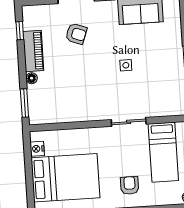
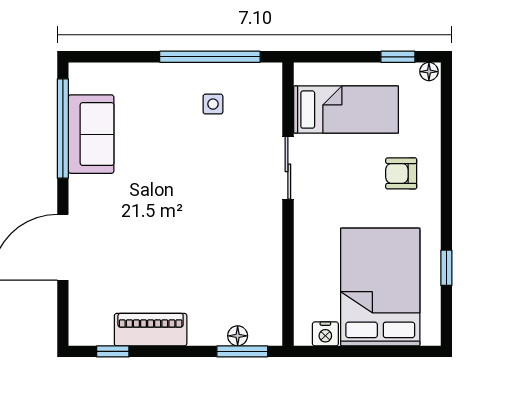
armchair: (76, 34) -> (125, 251), removed
side table: (126, 65) -> (213, 104), moved
floor lamp: (32, 78) -> (238, 336), moved

